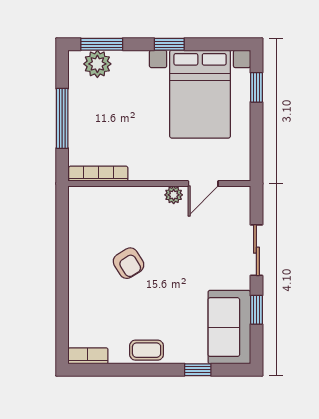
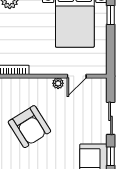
armchair: (129, 263) -> (29, 127), width x1.88, depth x1.88

